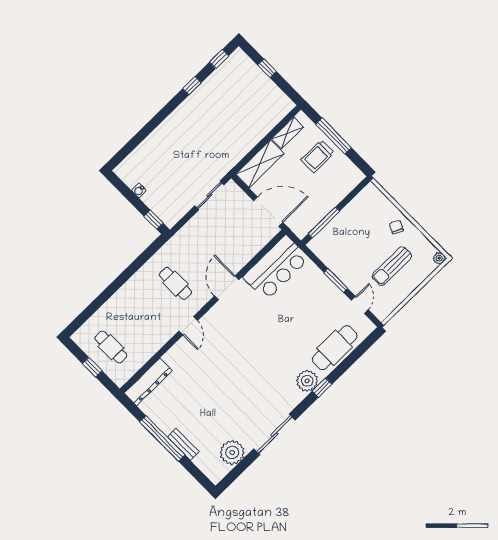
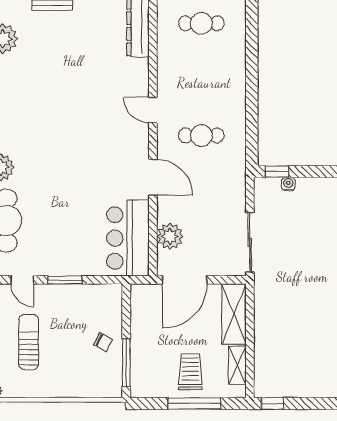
window: (267, 68) -> (272, 403), moved
water cooler: (139, 191) -> (288, 184), moved
sliding door: (209, 195) -> (250, 242), width x1.37
window: (324, 222) -> (126, 363), moved
chair: (396, 227) -> (103, 342), moved
plant: (251, 245) -> (170, 236), added

